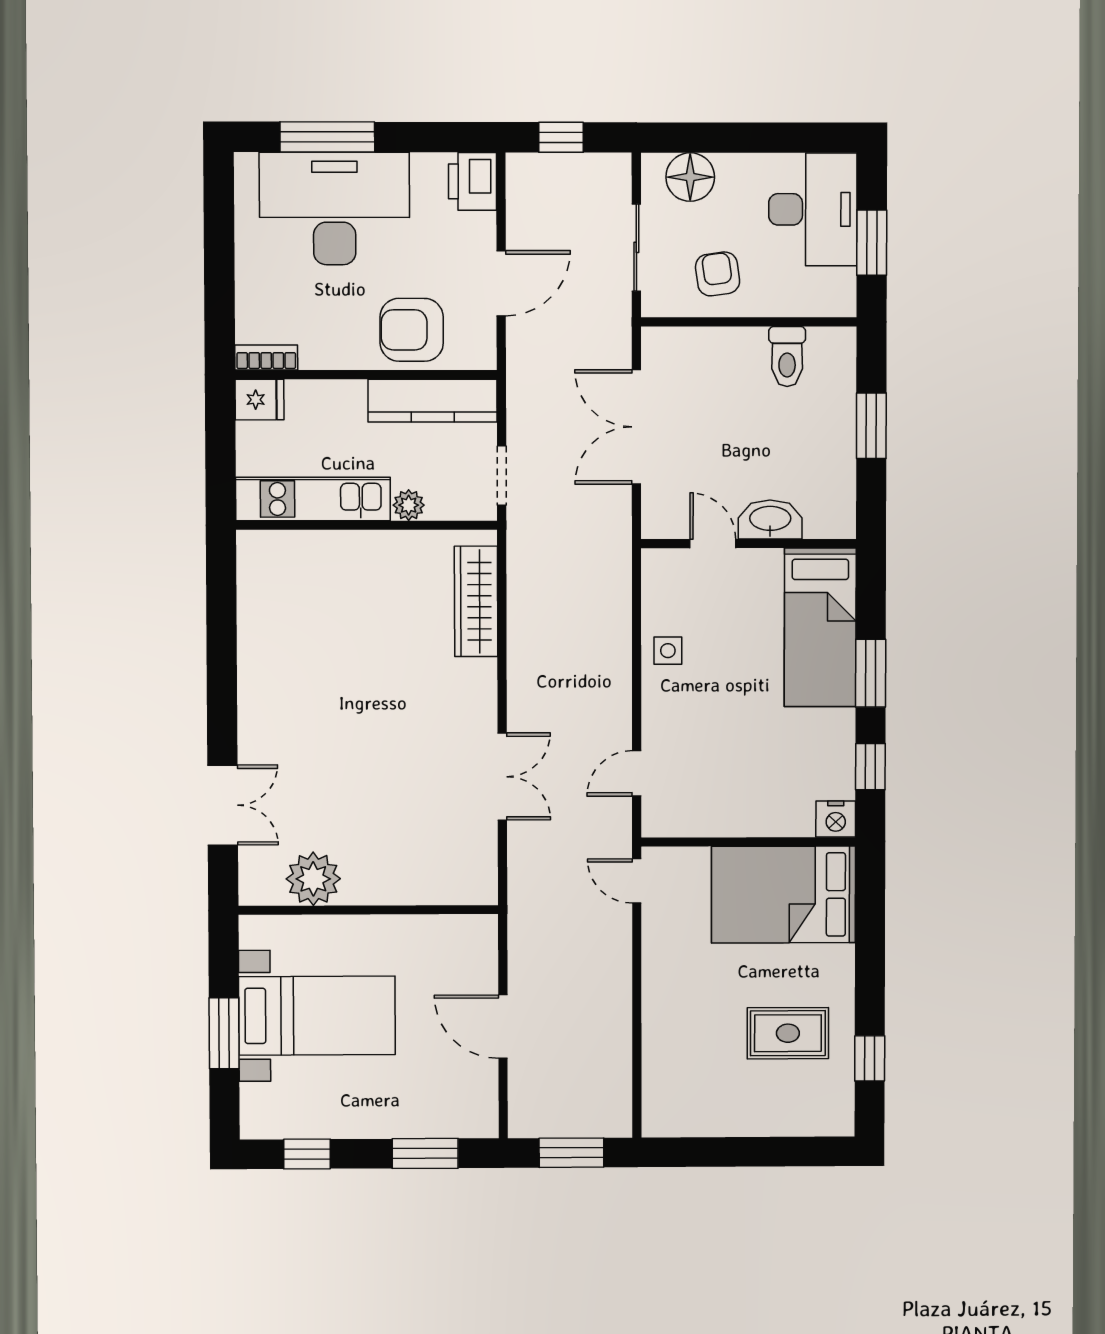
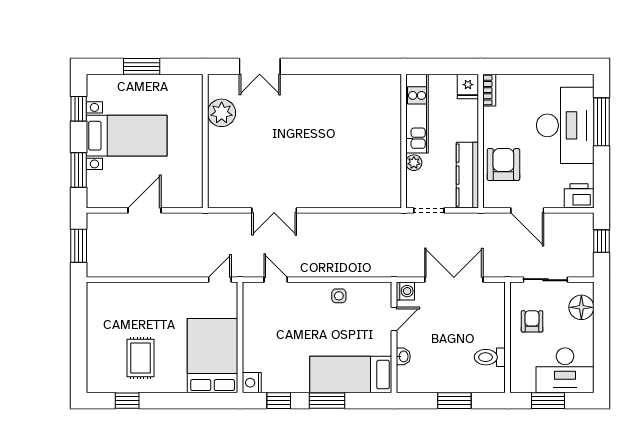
armchair: (718, 274) -> (532, 321), turned -82
washbasin: (770, 519) -> (403, 356), width x0.52, depth x0.69
washing machine: (659, 521) -> (405, 291), added
wardrobe: (476, 601) -> (364, 197), removed
bed with nightstands: (317, 1016) -> (127, 136), moved, turned -90

